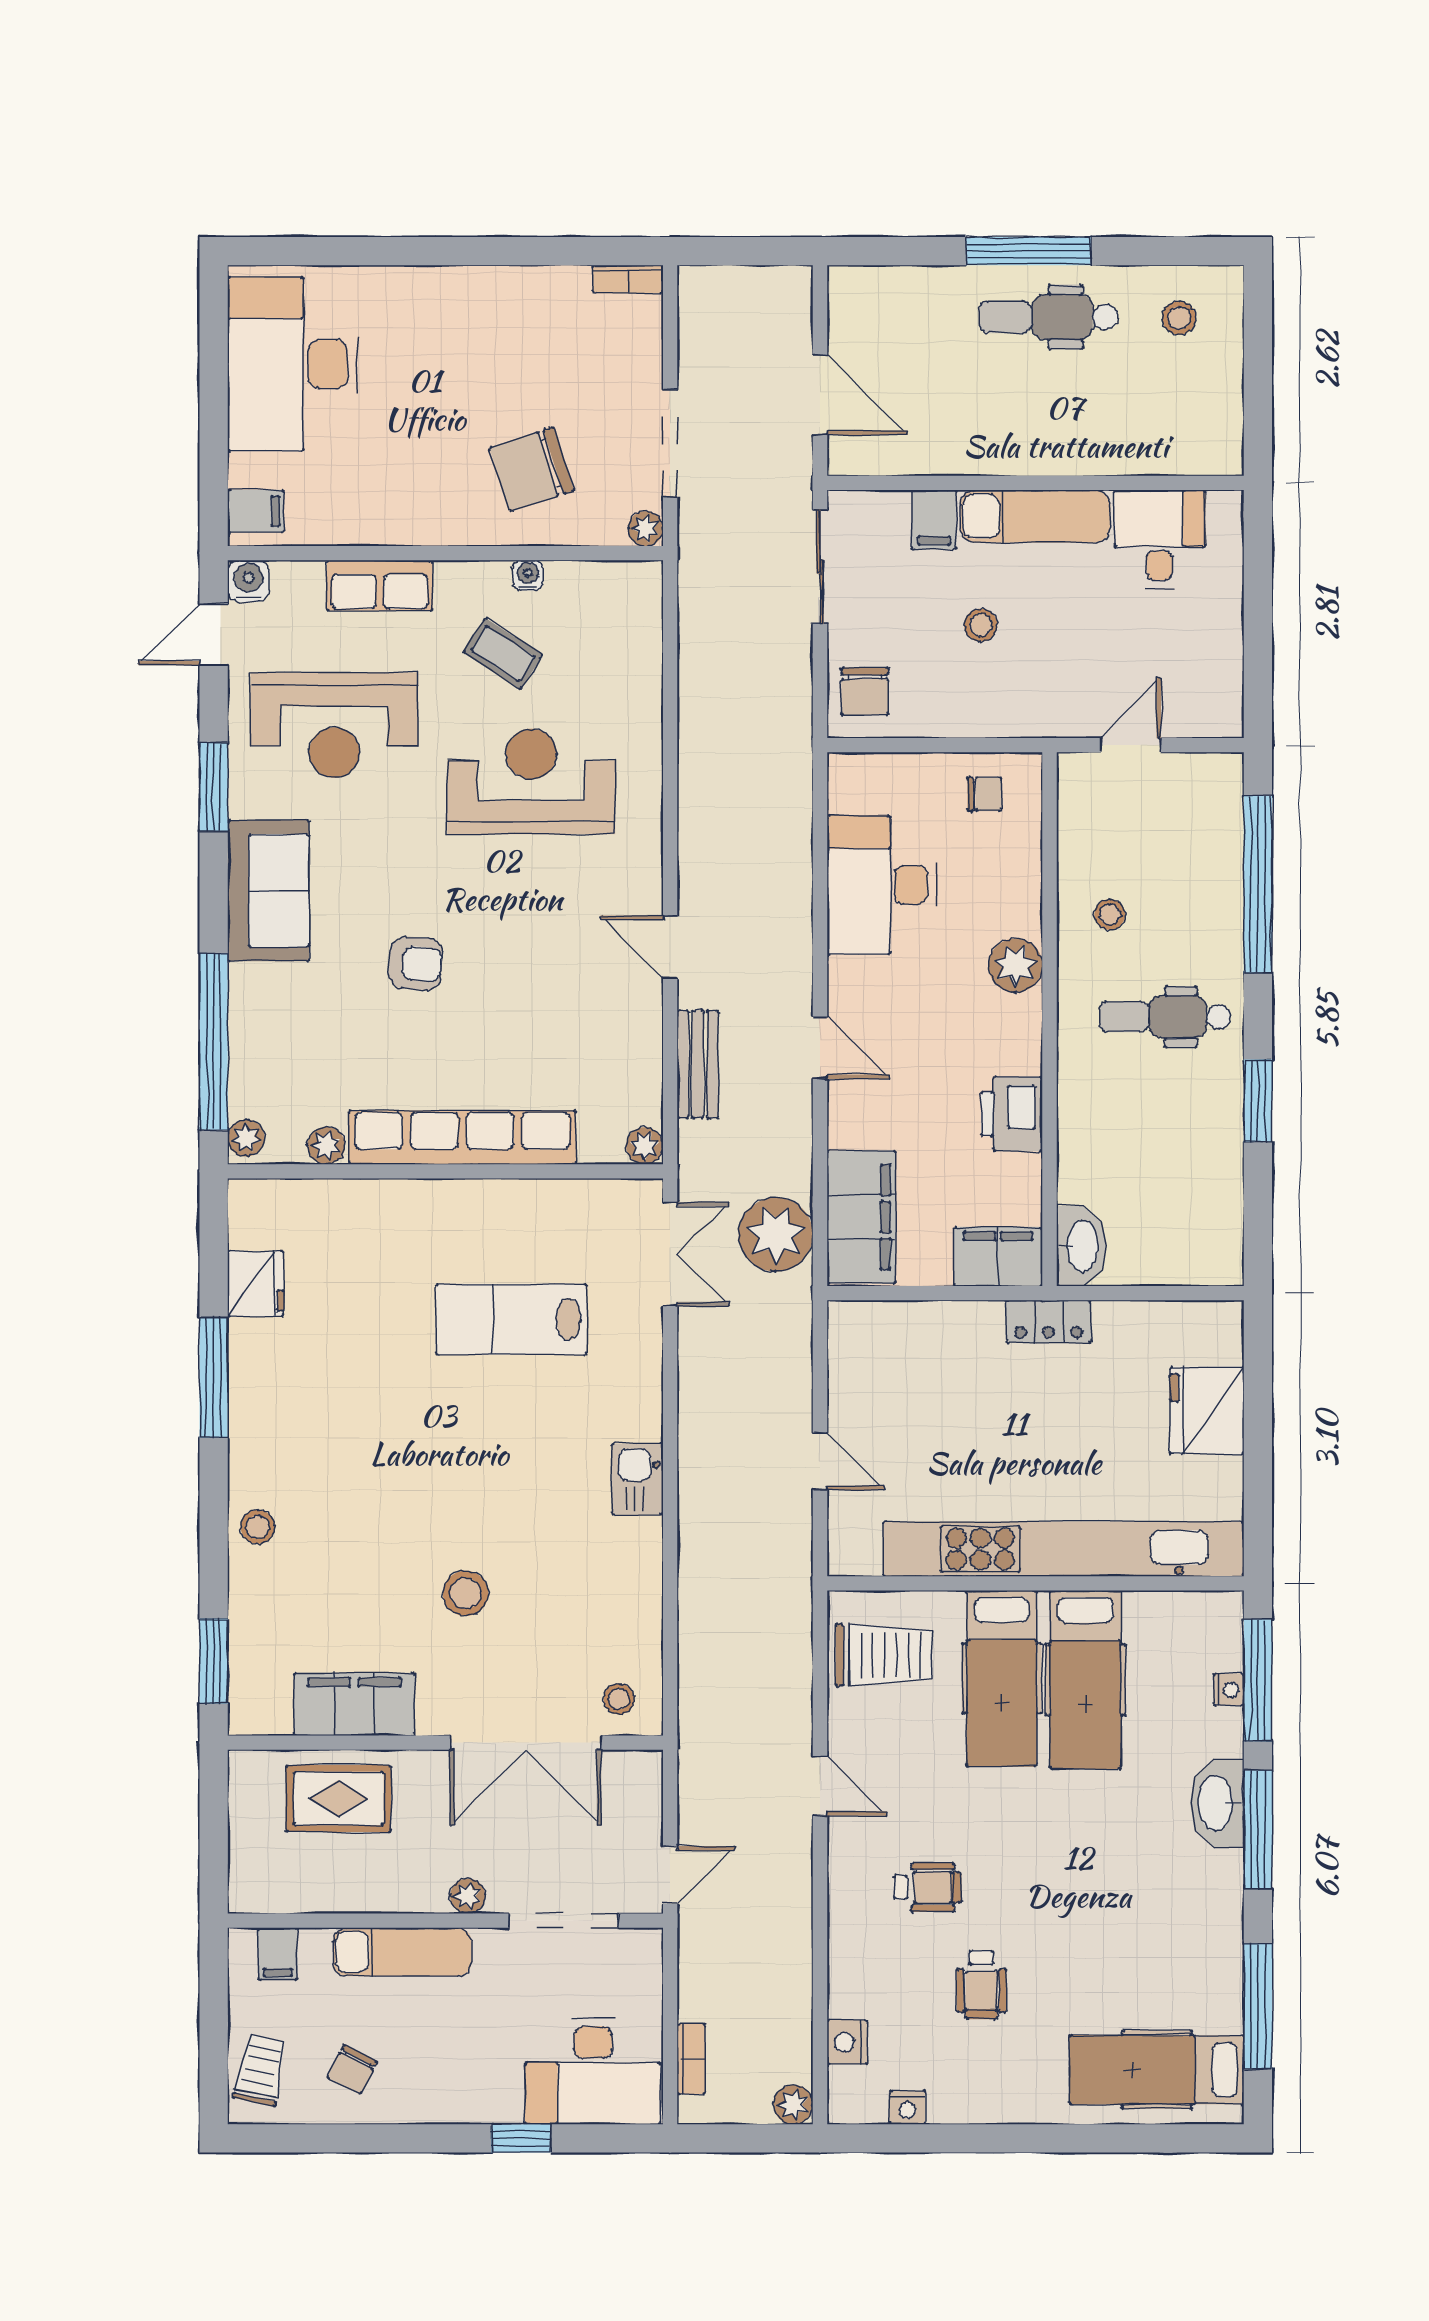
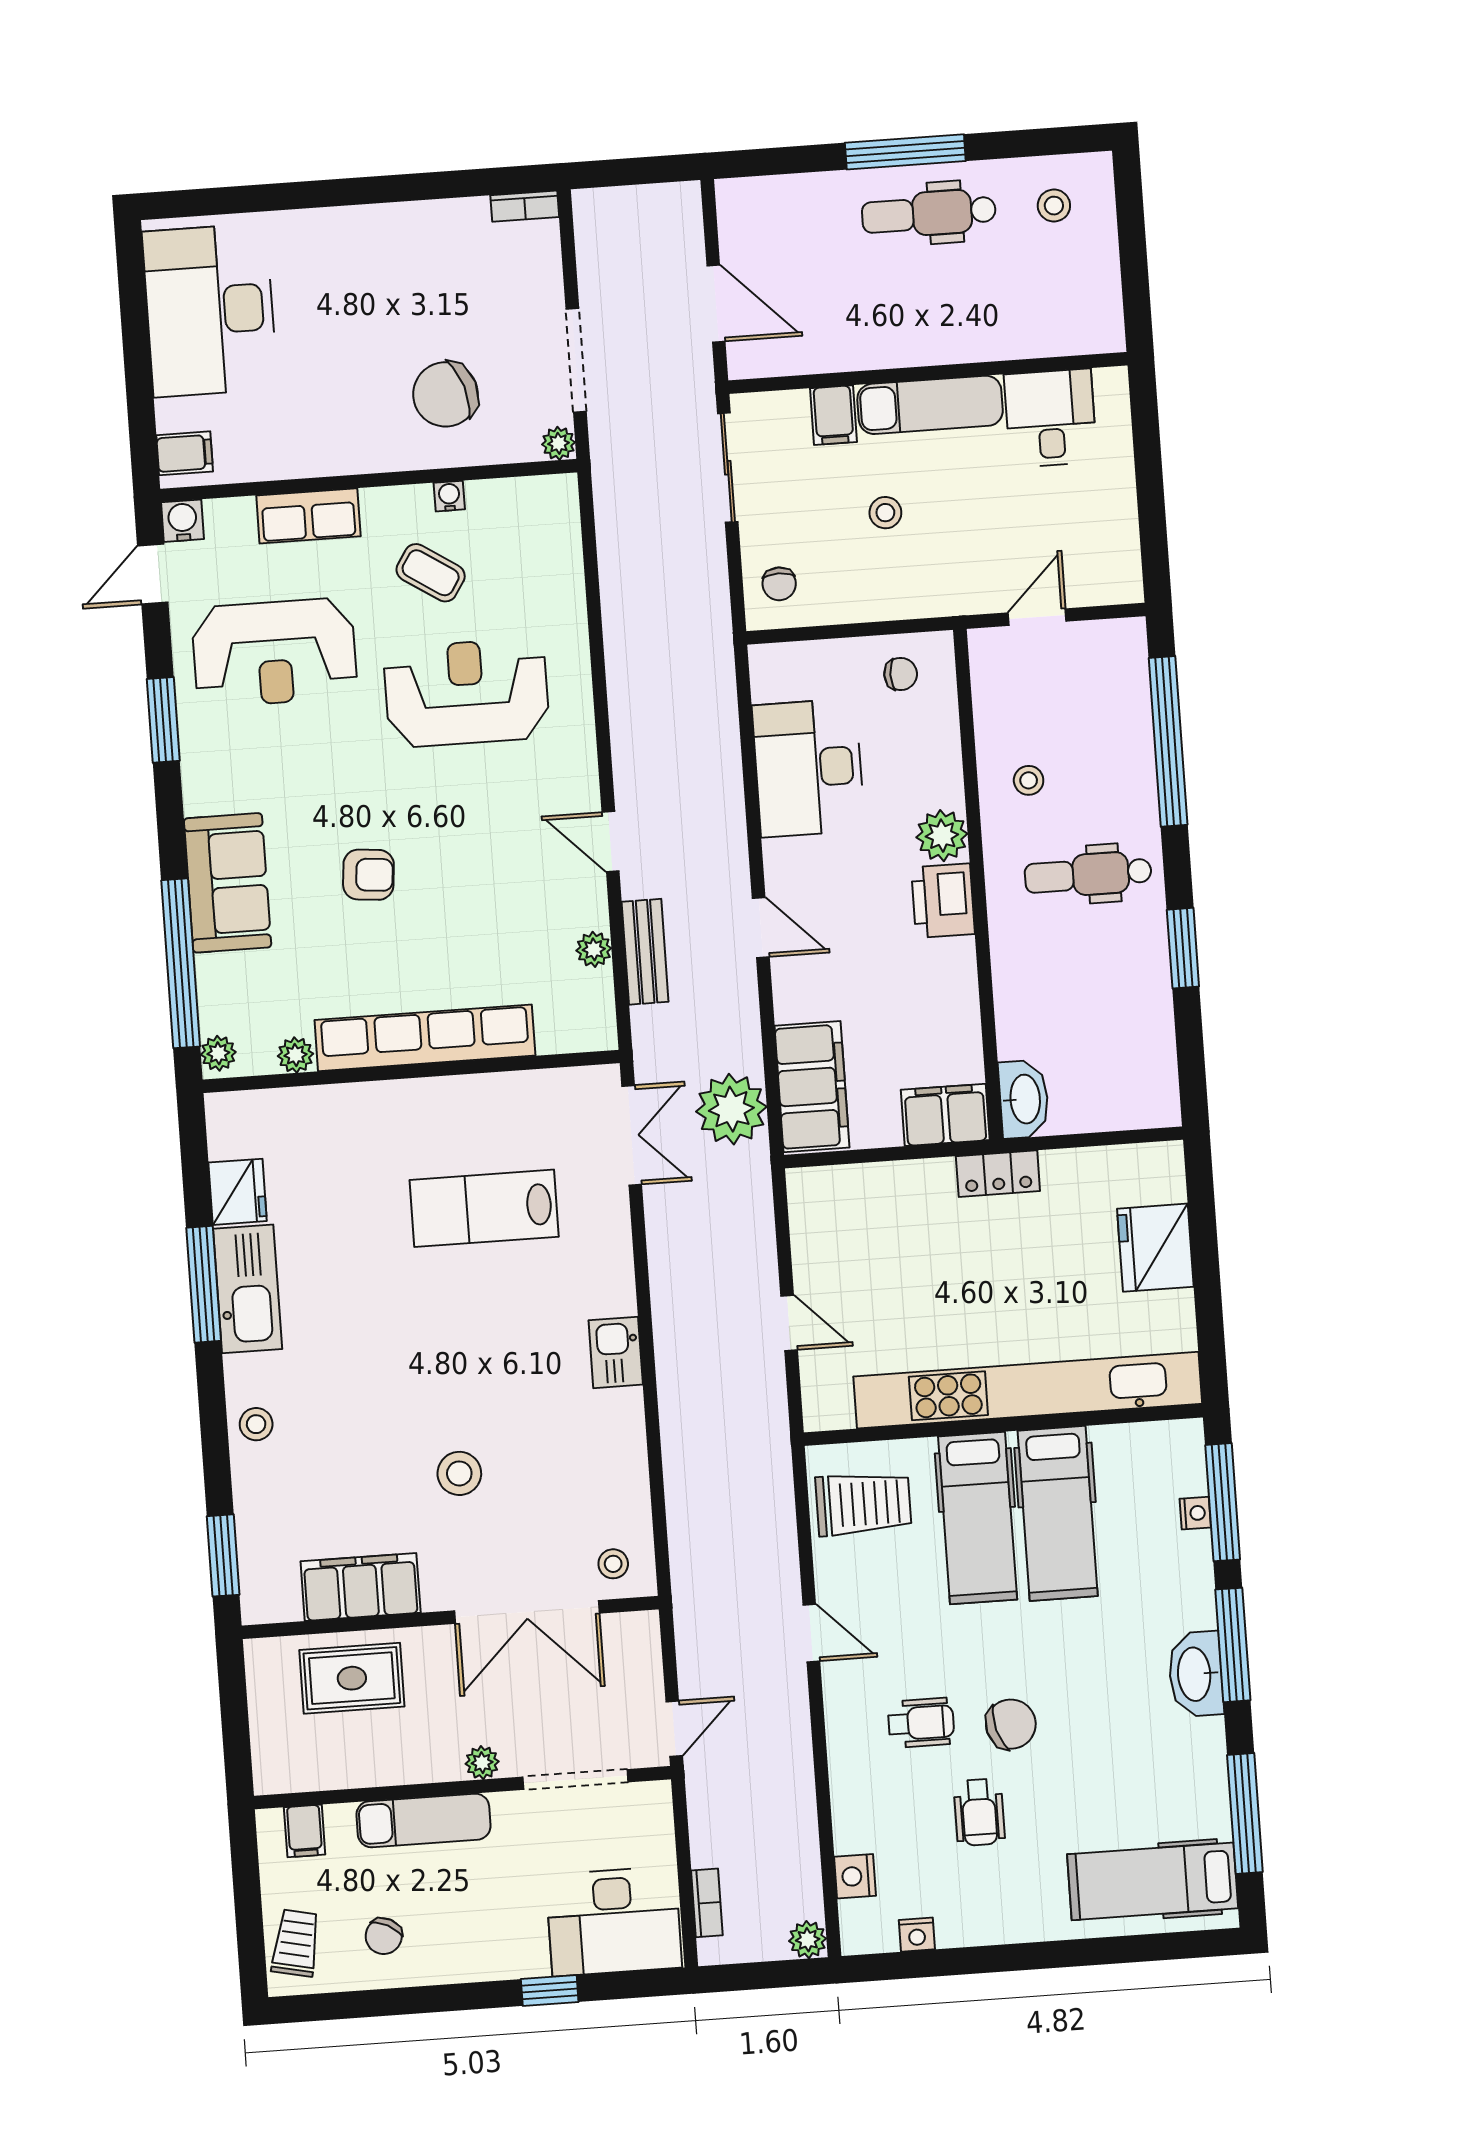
chair: (865, 691) -> (779, 584), width x0.73, depth x0.73
sofa: (268, 891) -> (228, 883), moved
printer: (1012, 1114) -> (943, 901), moved
plant: (645, 1146) -> (594, 949), moved
kitchen sink: (259, 1385) -> (248, 1289), added
washbasin: (1217, 1803) -> (1196, 1674), moved
chair: (1021, 1895) -> (1011, 1724), added

